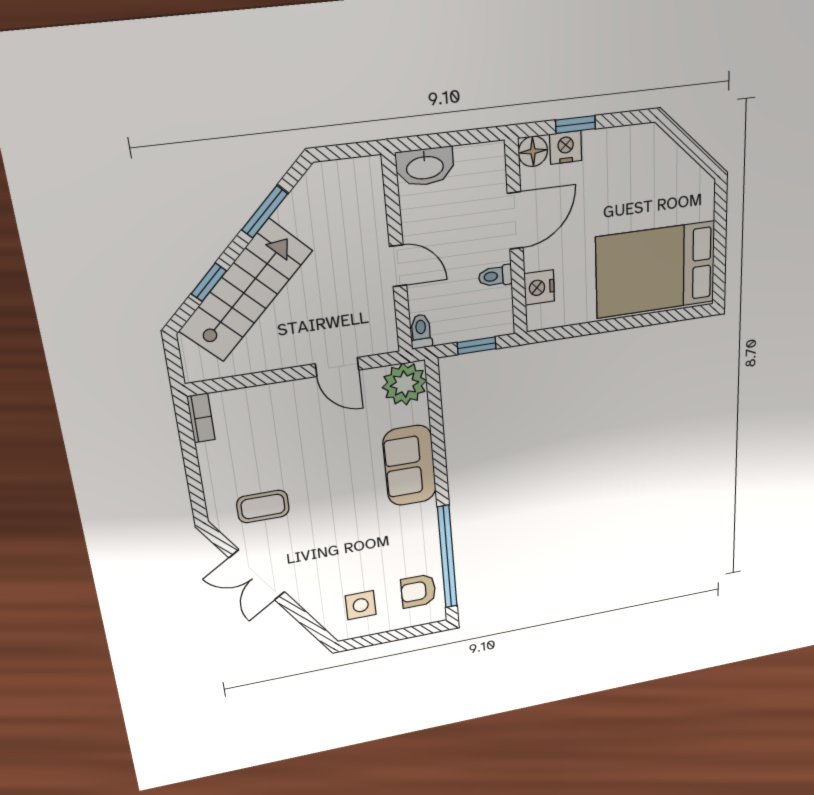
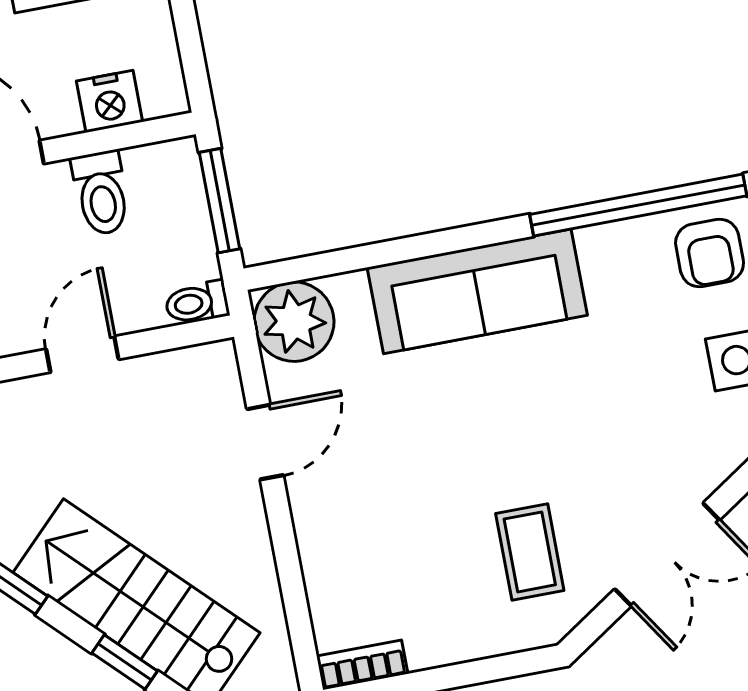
toilet: (495, 276) -> (101, 193), width x1.37, depth x1.39
window: (477, 346) -> (220, 201), width x1.50
sofa: (410, 466) -> (477, 291), width x1.36

